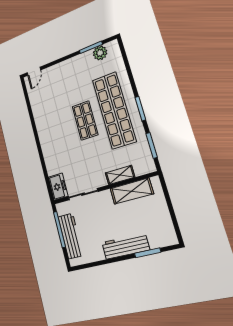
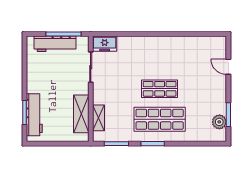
door: (34, 71) -> (228, 67), moved
shop shelf: (114, 110) -> (160, 119), width x0.71
shelving: (120, 175) -> (98, 118), moved
workbench: (125, 246) -> (34, 115), moved

